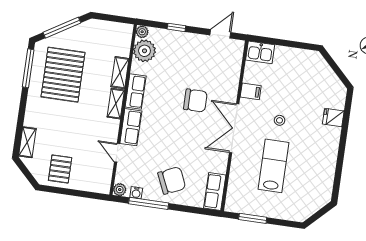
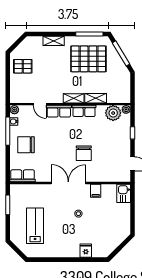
shelving: (27, 142) -> (54, 41), moved
door: (117, 153) -> (40, 104), swing flipped
lab bench: (274, 166) -> (35, 226), moved, turned -90
chair: (172, 180) -> (26, 145), turned 114

